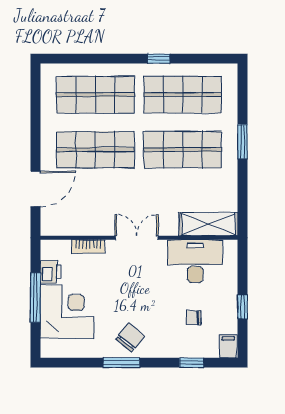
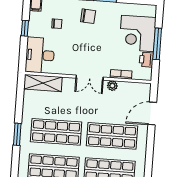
plant: (100, 228) -> (112, 86), added
desk: (195, 261) -> (40, 55), moved, turned 90
chair: (130, 338) -> (88, 16), moved, turned -125

